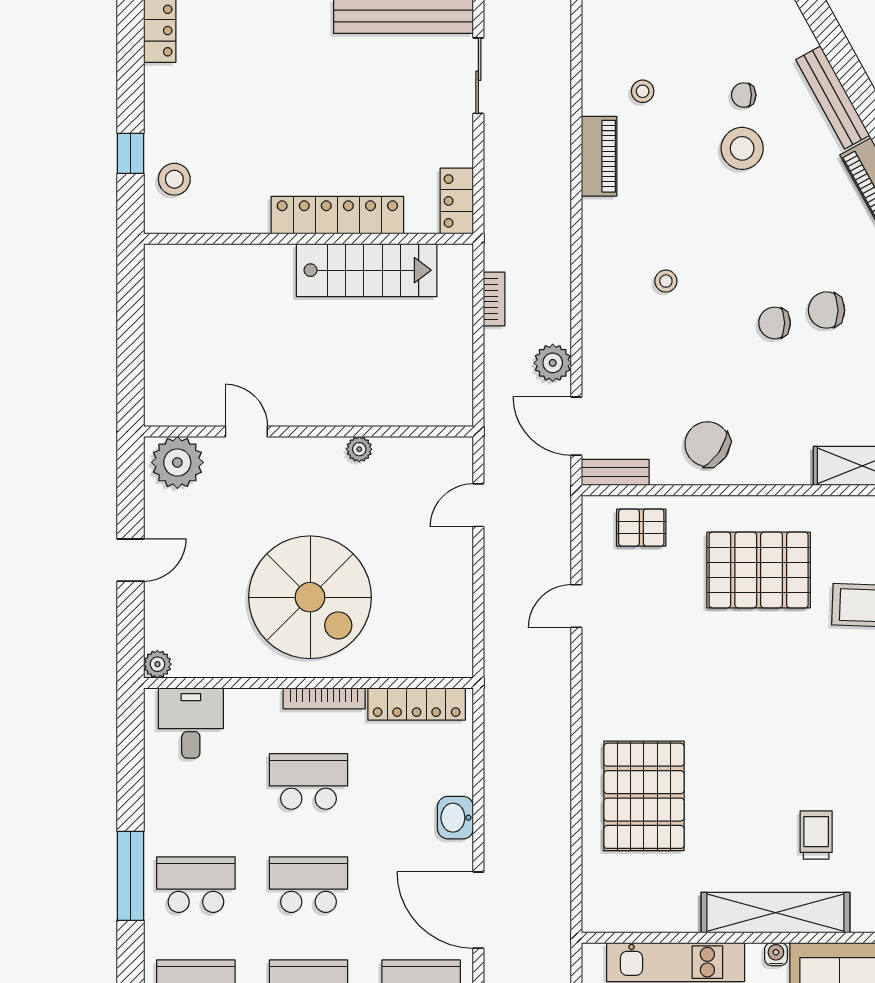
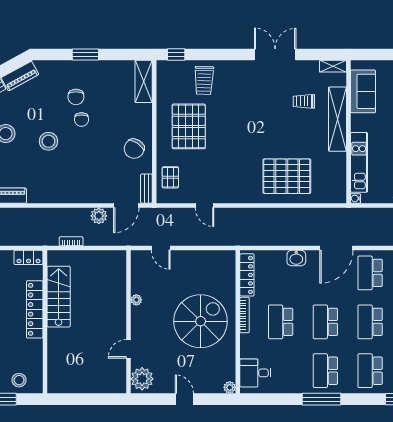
stool: (666, 281) -> (48, 141), moved, width x1.89, depth x1.89
water cooler: (776, 954) -> (356, 198), moved

